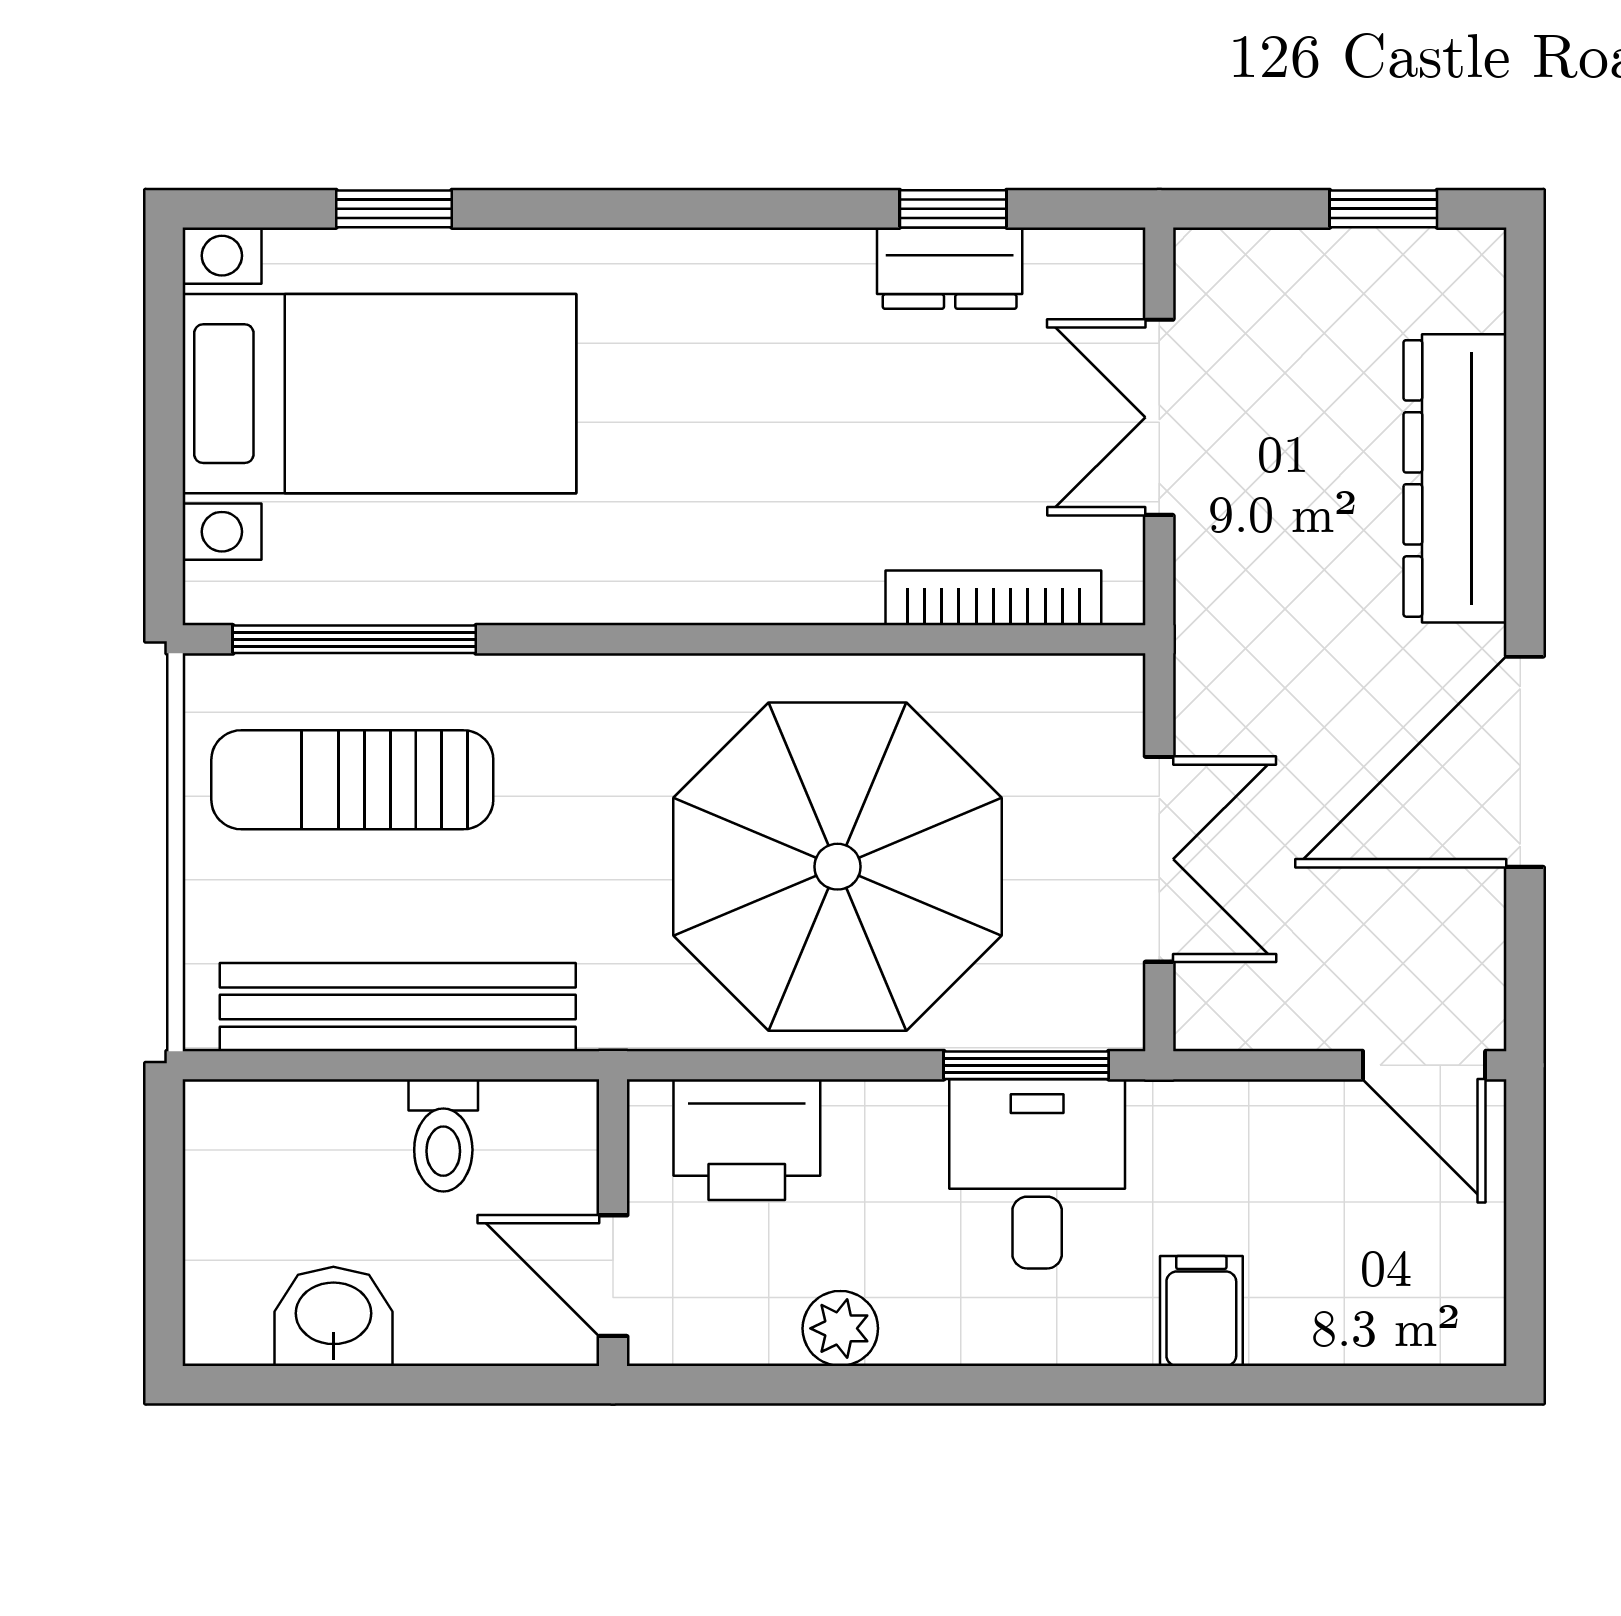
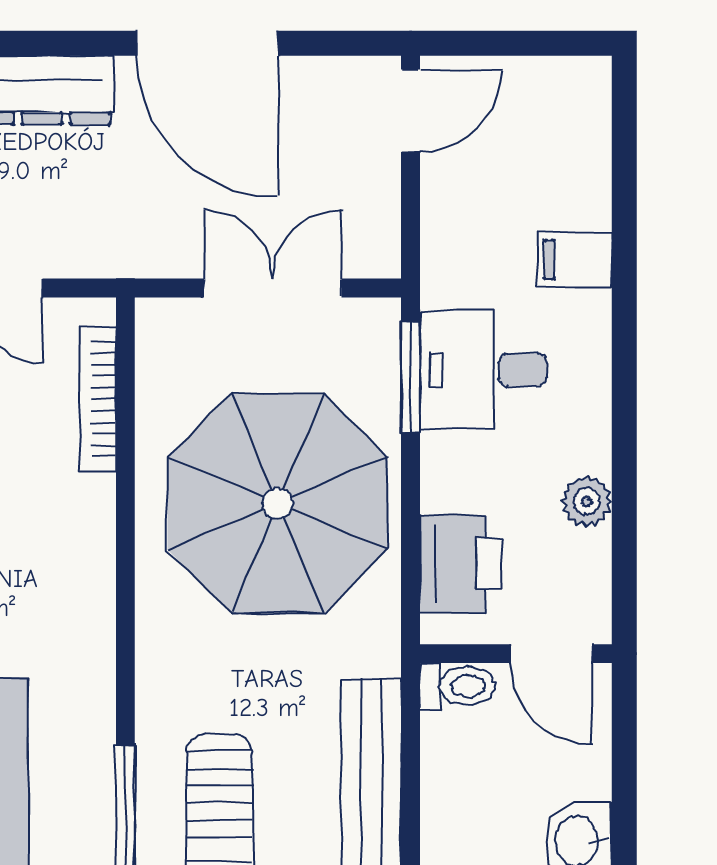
toilet: (443, 1135) -> (457, 686), moved
door: (613, 1276) -> (551, 654), hinge flipped

